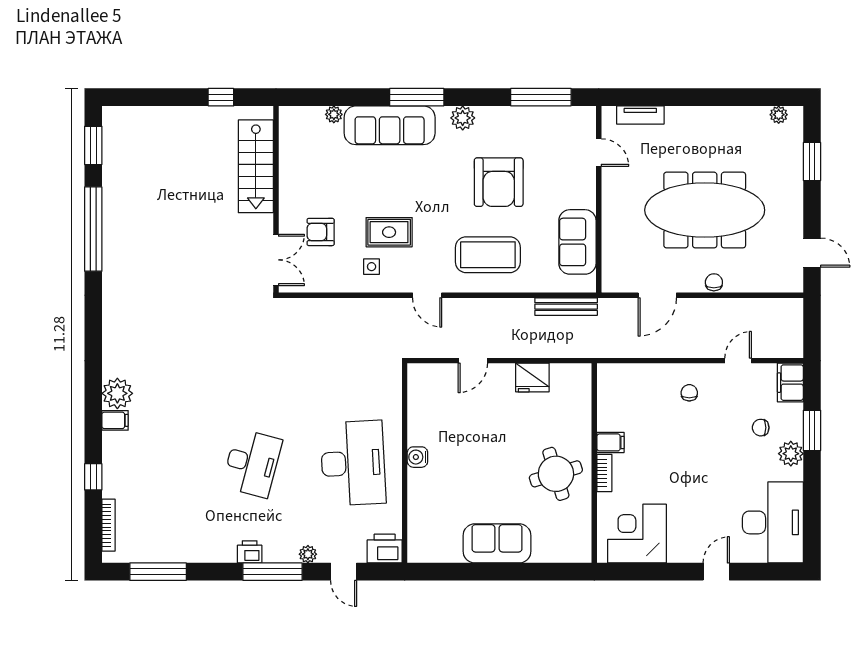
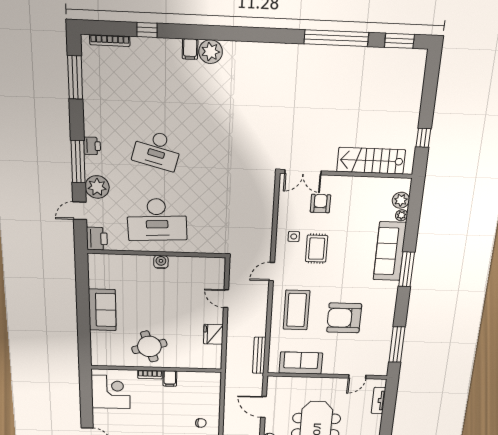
plant: (463, 118) -> (401, 200), moved
plant: (308, 554) -> (97, 187), width x1.88, depth x1.88

